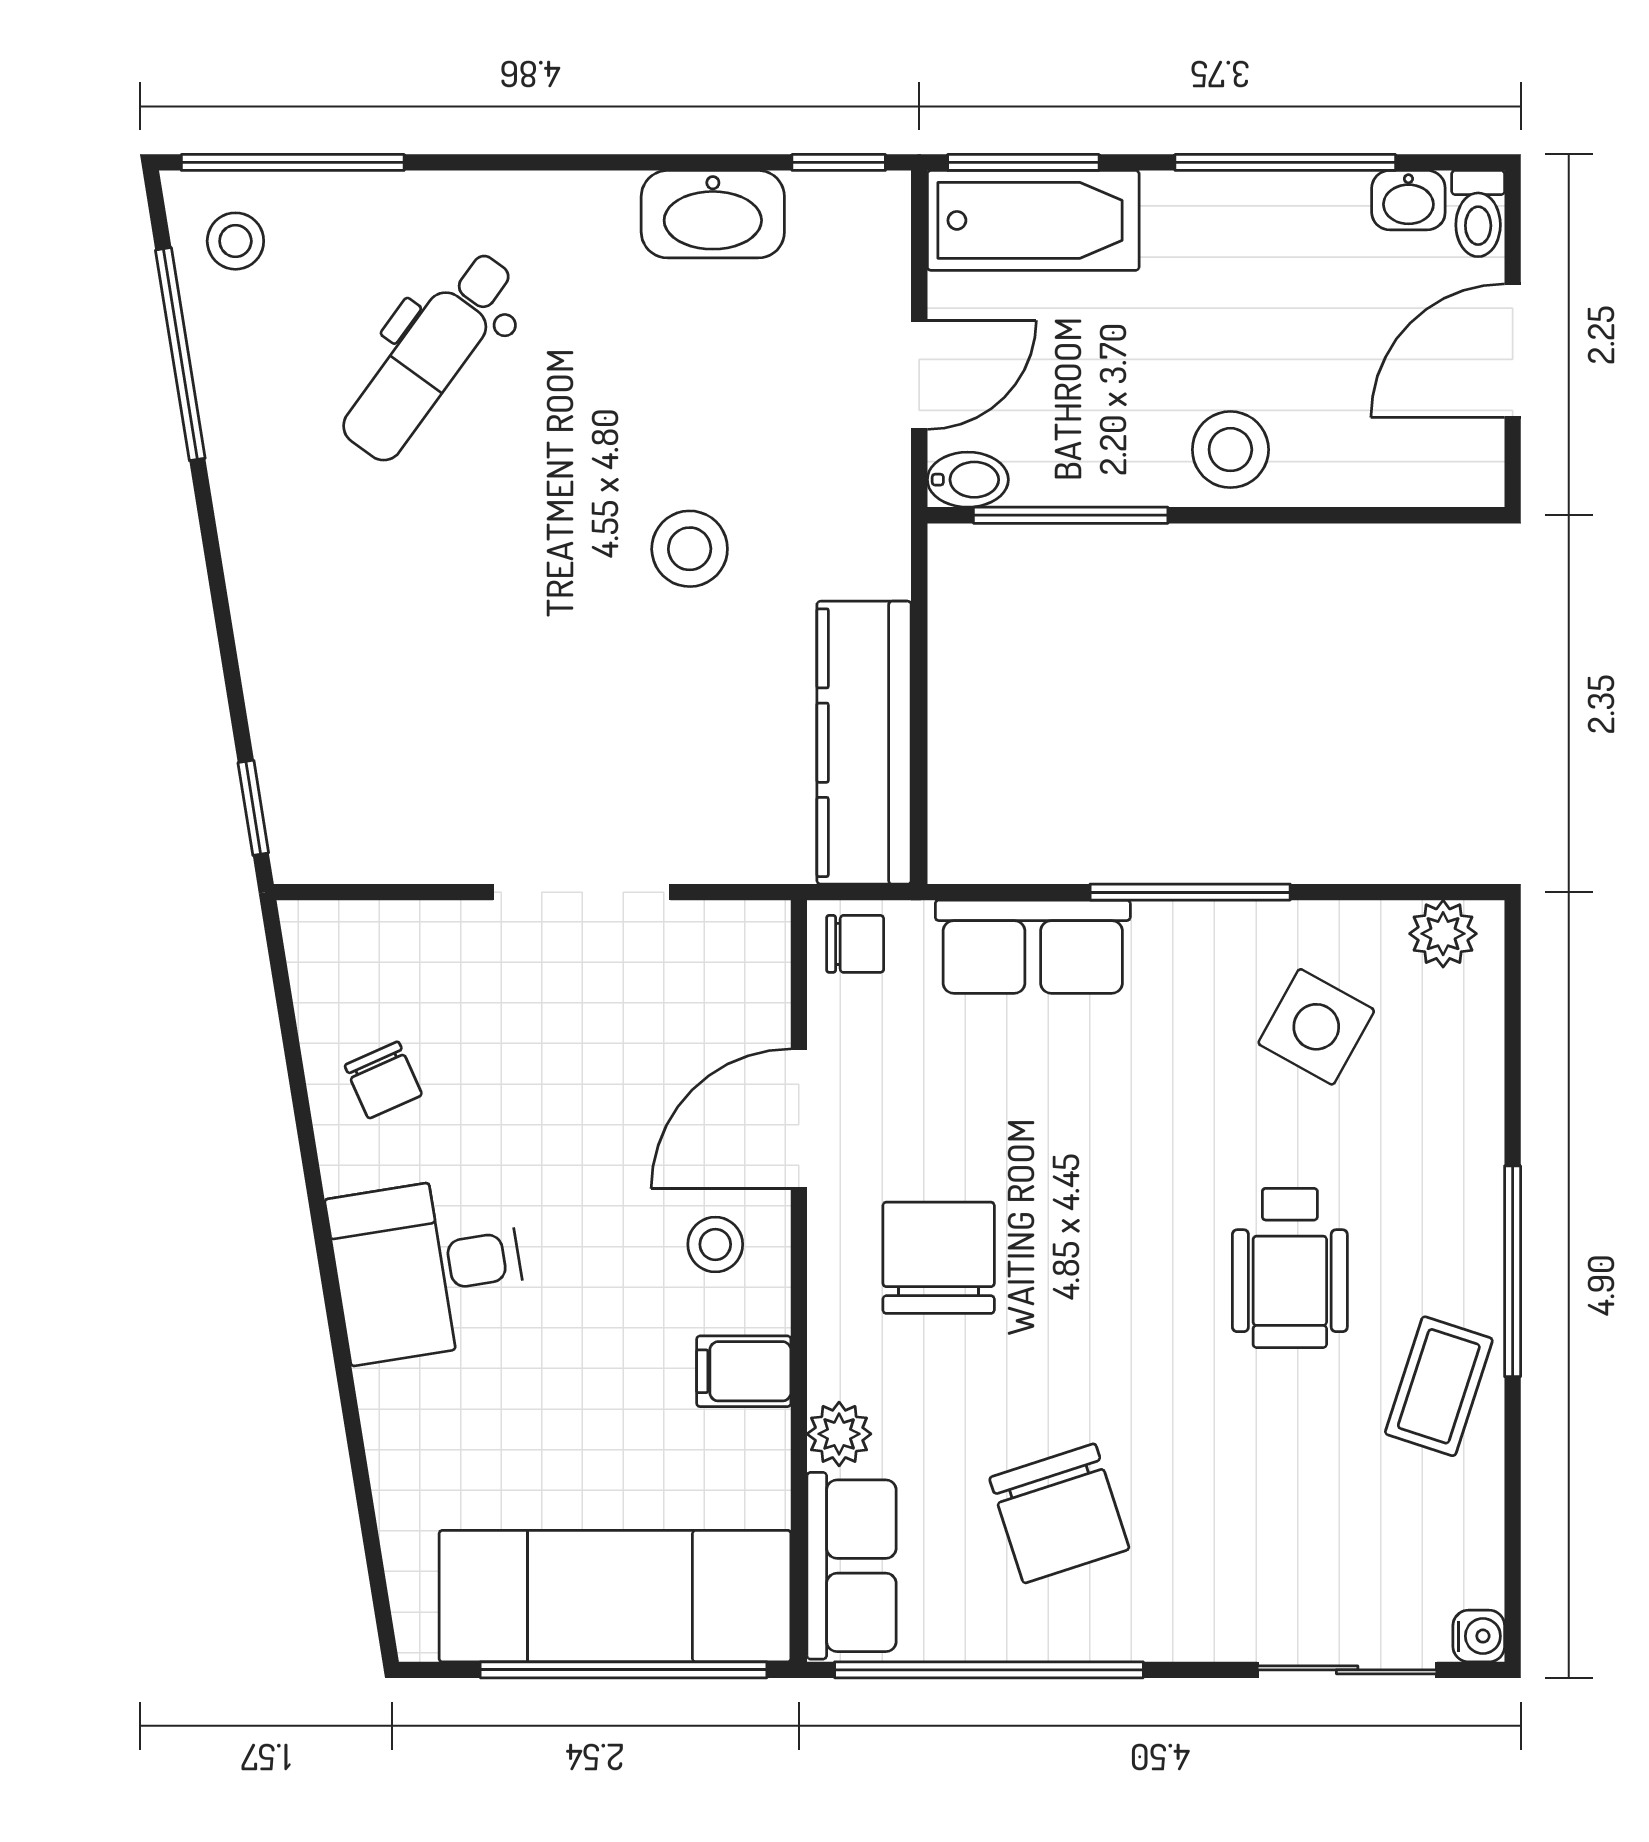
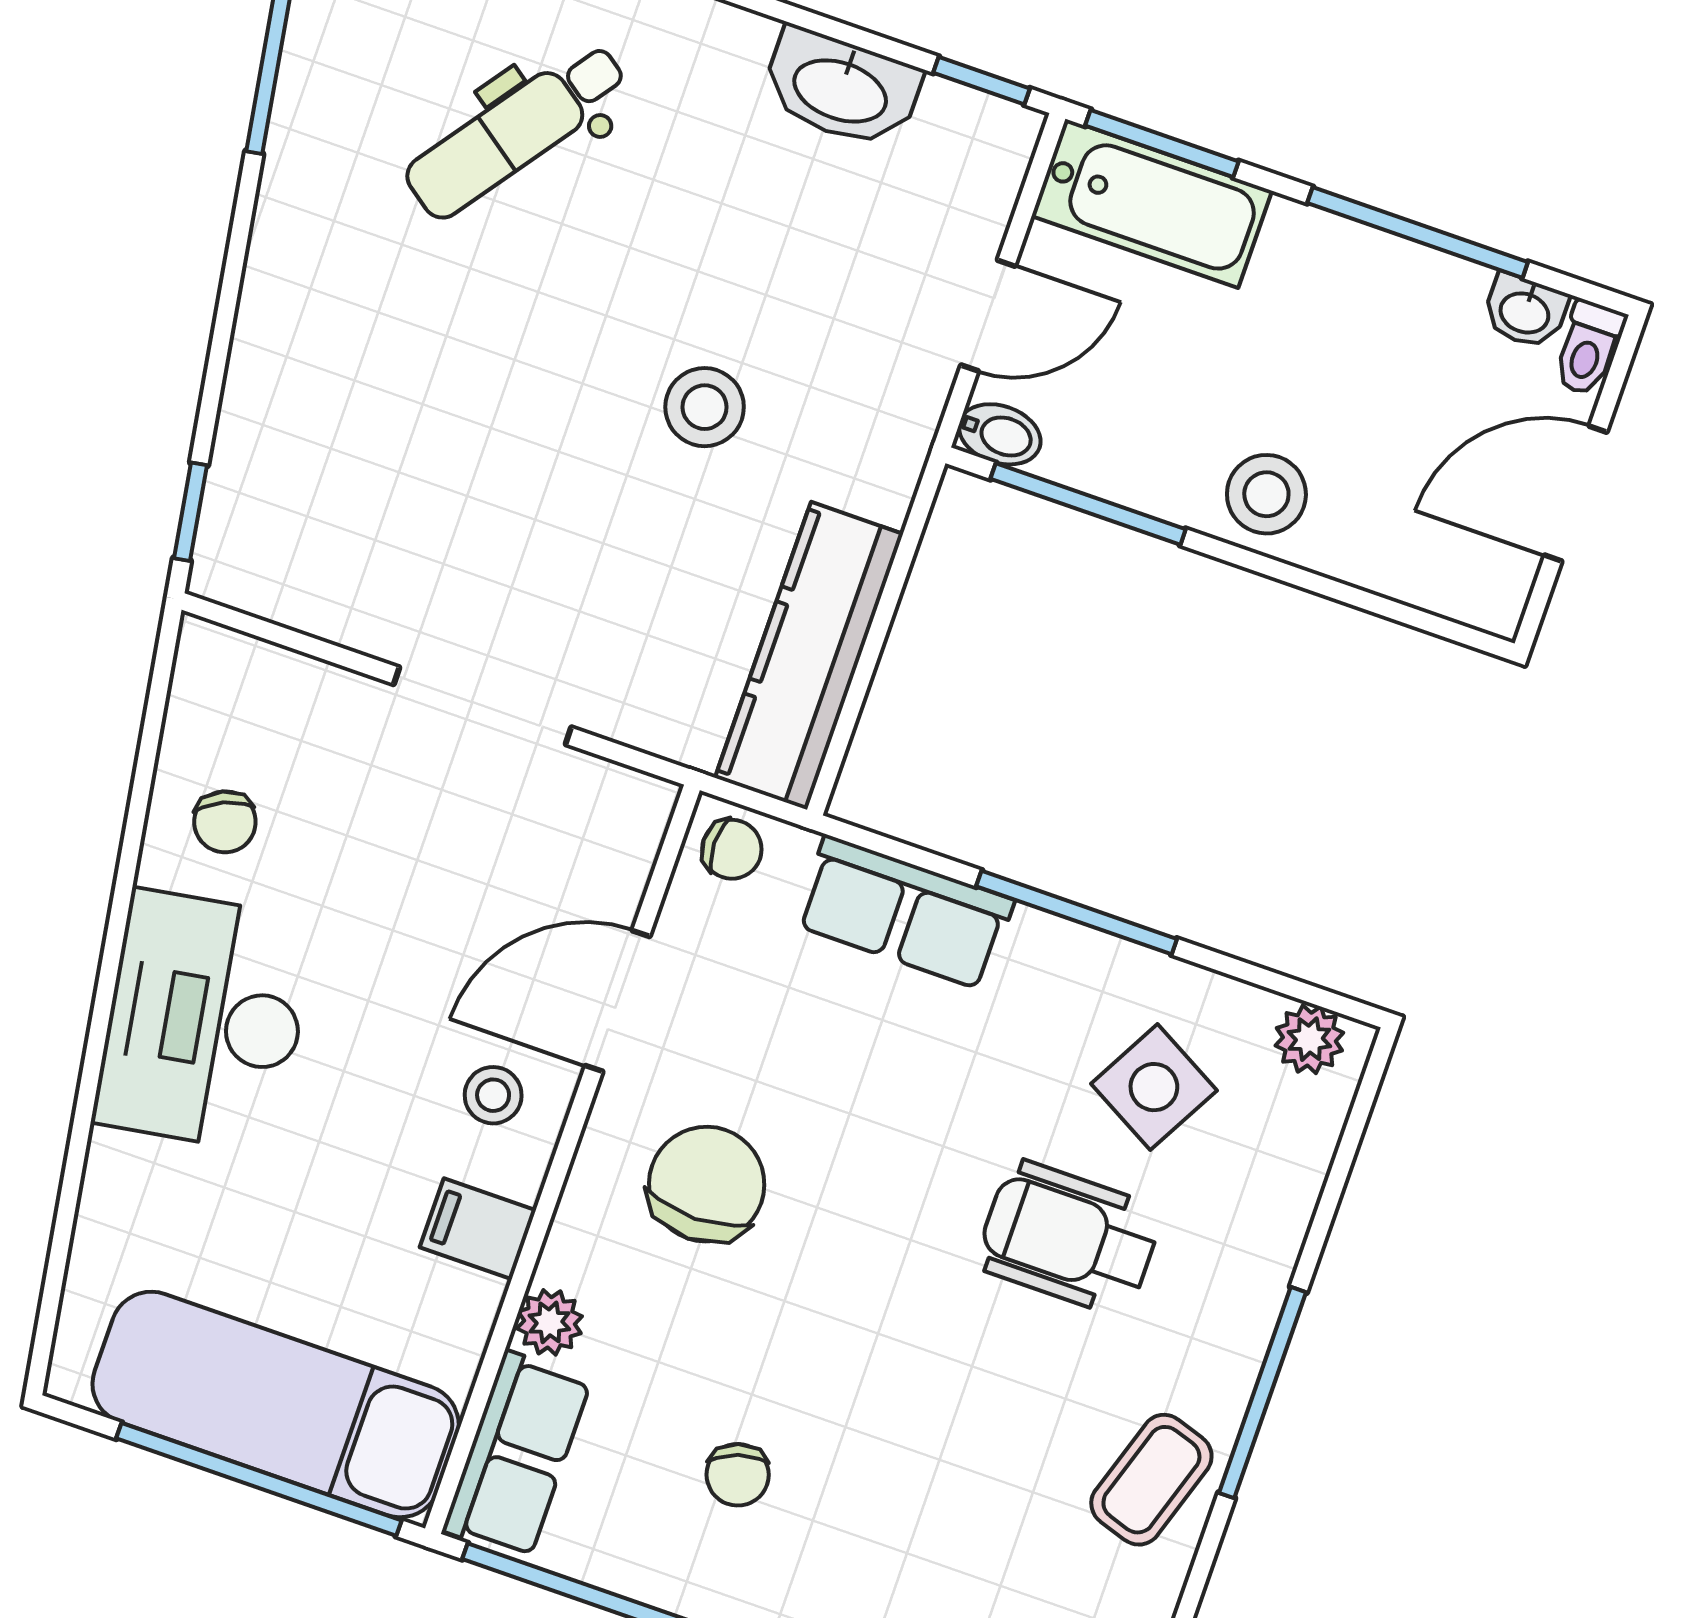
desk: (428, 1268) -> (204, 1021), width x1.37
wheelchair: (1290, 1268) -> (1069, 1238), moved, turned 90
chair: (1059, 1513) -> (738, 1475), width x0.54, depth x0.54

